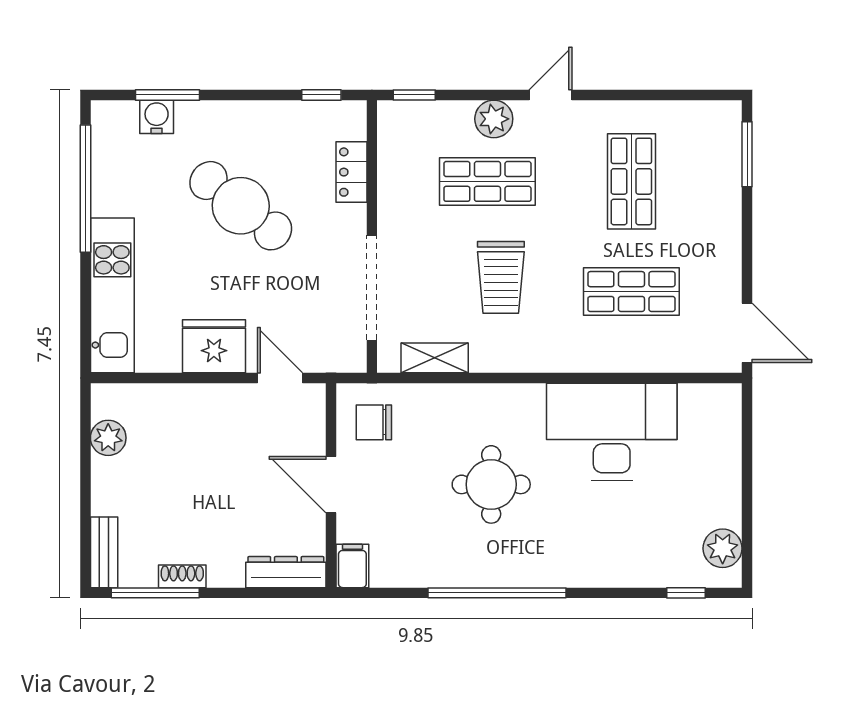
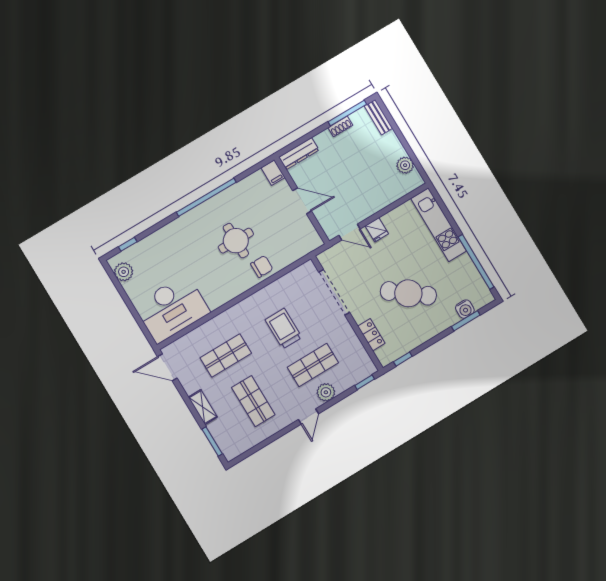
fridge: (214, 346) -> (377, 230), width x0.53, depth x0.75
shelving: (435, 358) -> (203, 407), moved, turned 90
chair: (374, 422) -> (262, 266), moved
desk: (612, 432) -> (172, 309), moved

